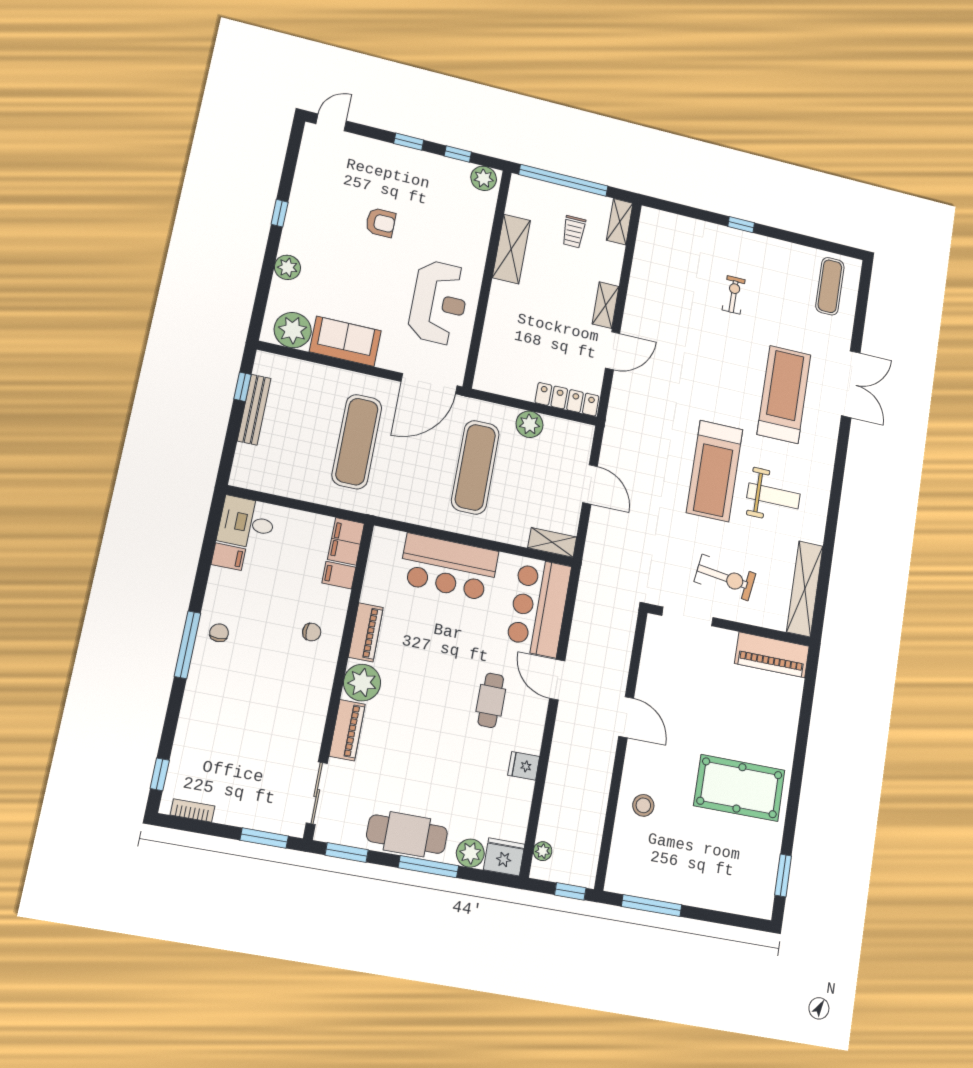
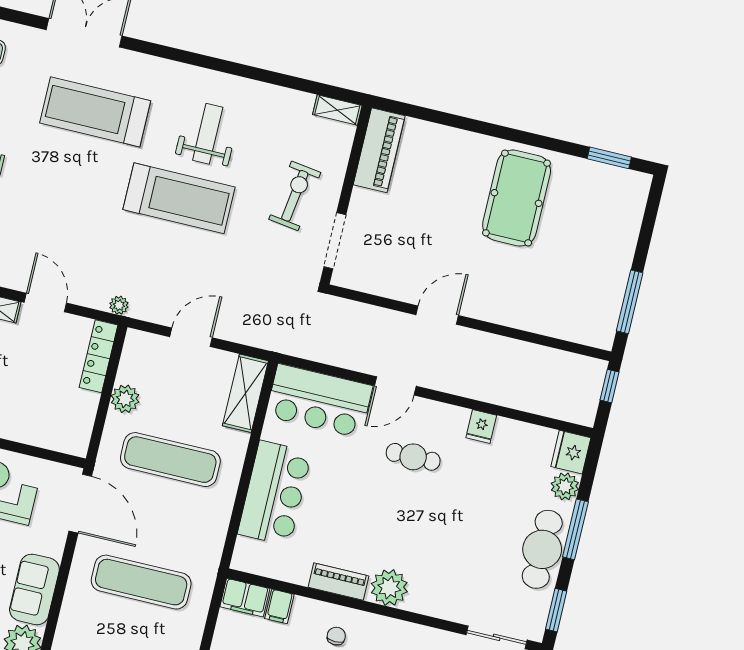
shelving: (552, 542) -> (245, 393), width x1.50, depth x1.33
shelving: (805, 589) -> (337, 110), width x0.45, depth x0.75
piano: (347, 730) -> (436, 605), removed
stool: (643, 805) -> (528, 303), removed
plant: (543, 851) -> (119, 305), moved

